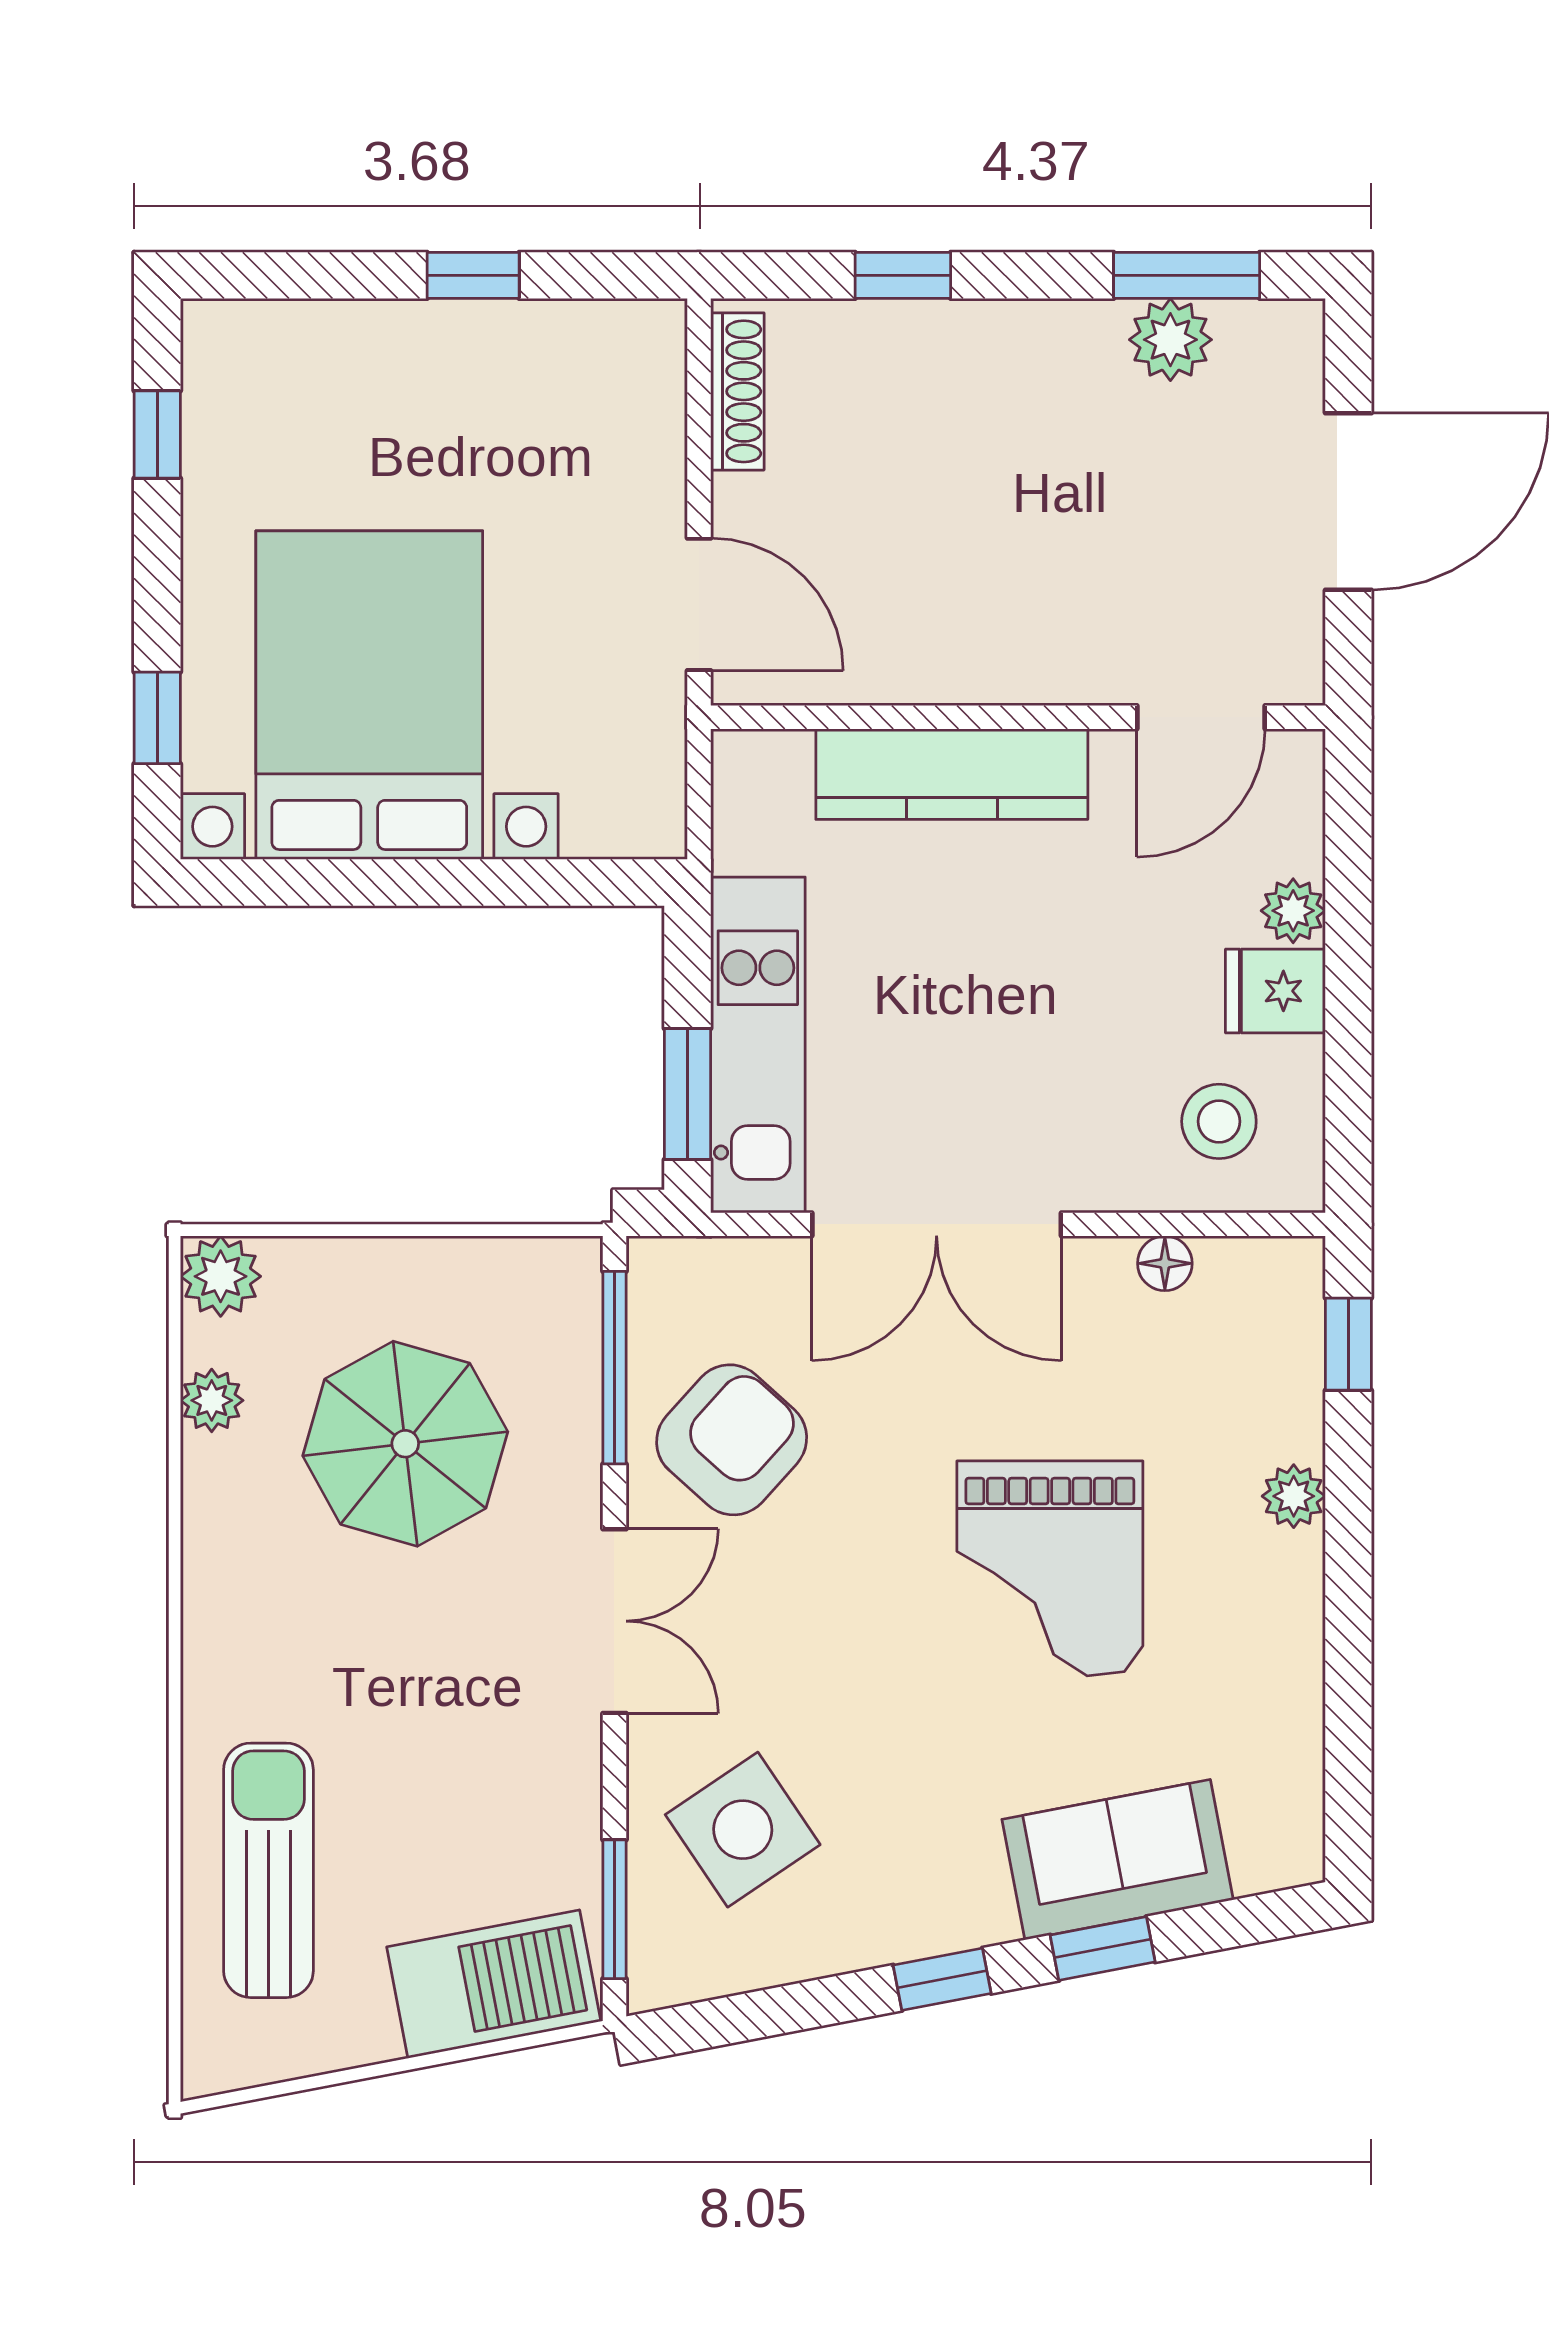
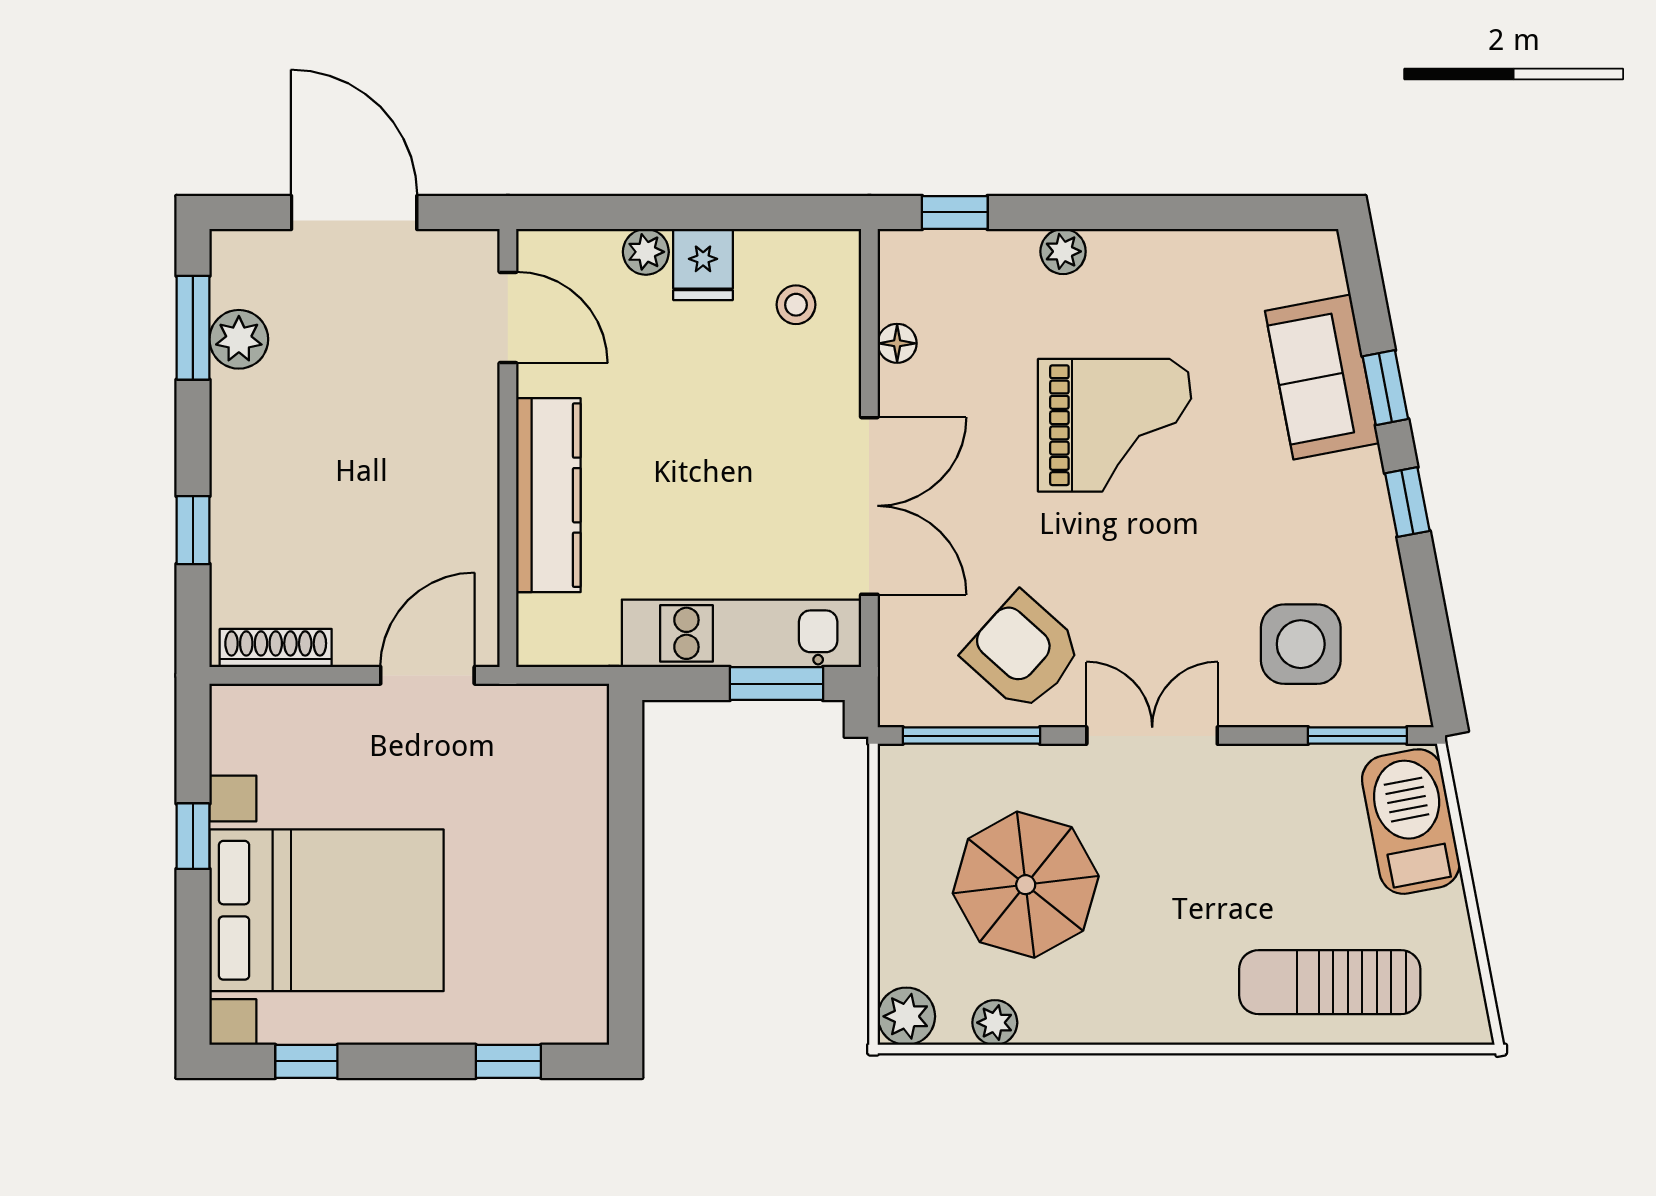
bed with nightstands: (369, 695) -> (327, 910), moved, turned 180
stool: (1219, 1121) -> (796, 305), width x0.73, depth x0.73
side table: (743, 1830) -> (1301, 644), turned 34

